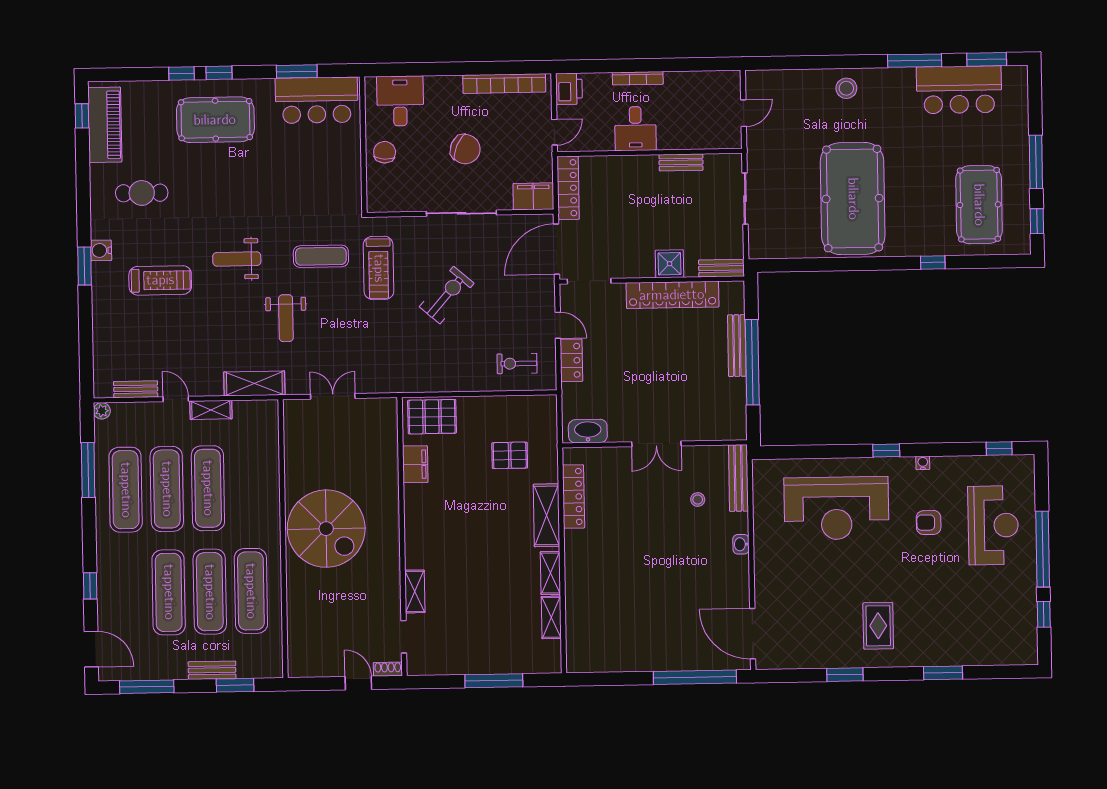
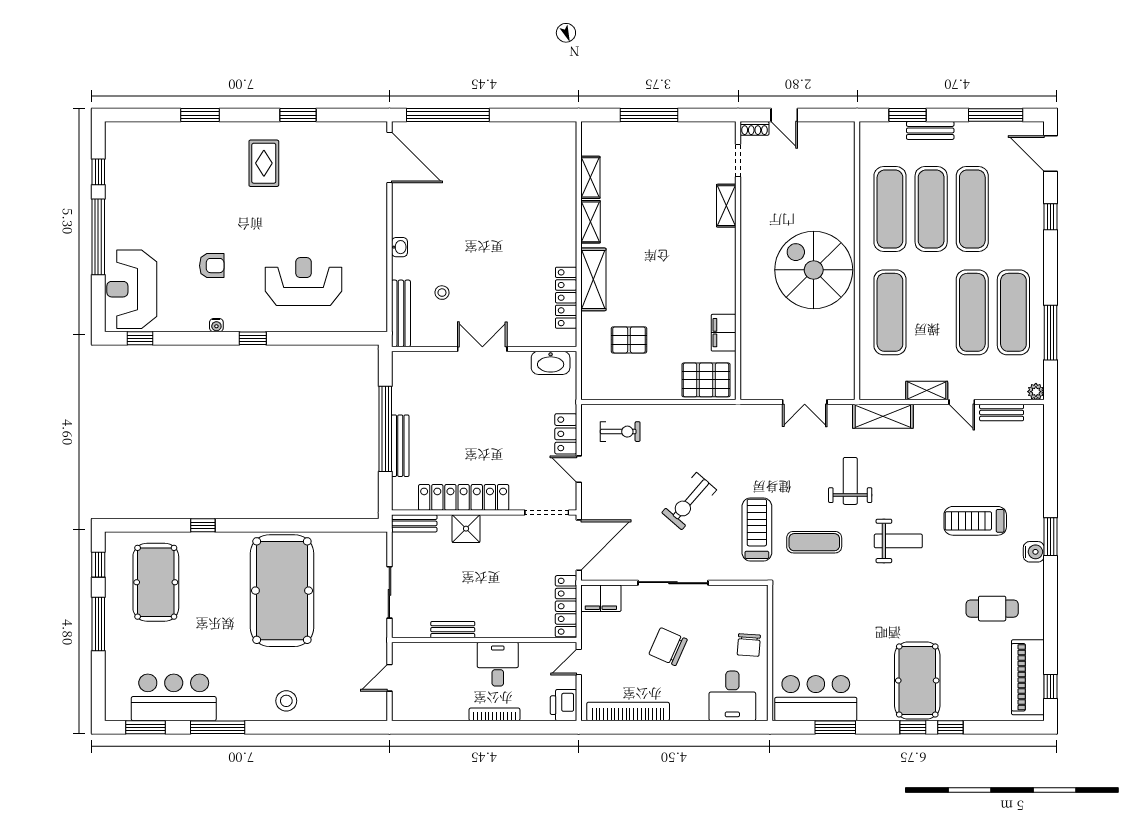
pool table: (215, 120) -> (917, 680), turned 90
exercise mat: (208, 488) -> (890, 312), moved
reception desk: (836, 508) -> (303, 281), width x0.74, depth x0.77
reception desk: (993, 525) -> (132, 289), moved

